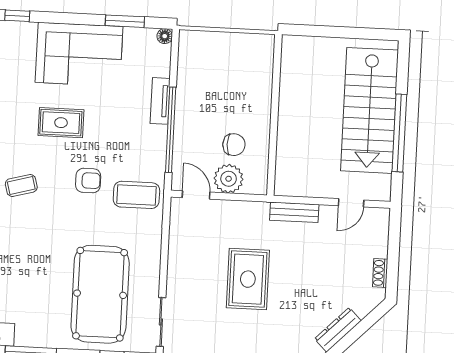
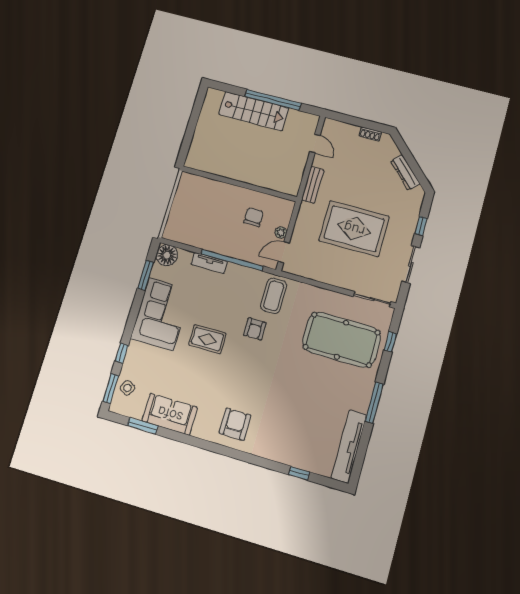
floor lamp: (165, 36) -> (167, 255), width x1.89, depth x1.89
stairs: (369, 110) -> (254, 111), width x0.73, depth x0.66
rug: (61, 123) -> (207, 339), turned 90
plant: (229, 179) -> (281, 233), width x0.53, depth x0.53
armchair: (88, 181) -> (255, 329), turned 180
coffee table: (21, 185) -> (247, 380), removed
rug: (248, 279) -> (354, 229), width x1.37, depth x1.44

